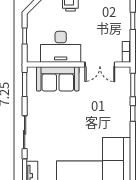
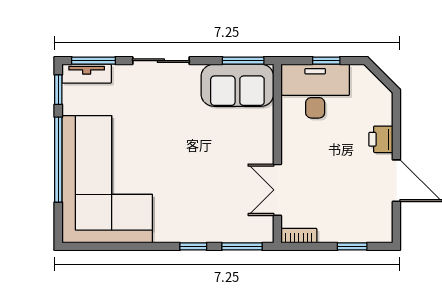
desk: (61, 47) -> (315, 91), moved, turned 90
sofa: (58, 79) -> (237, 85), moved, turned -90

